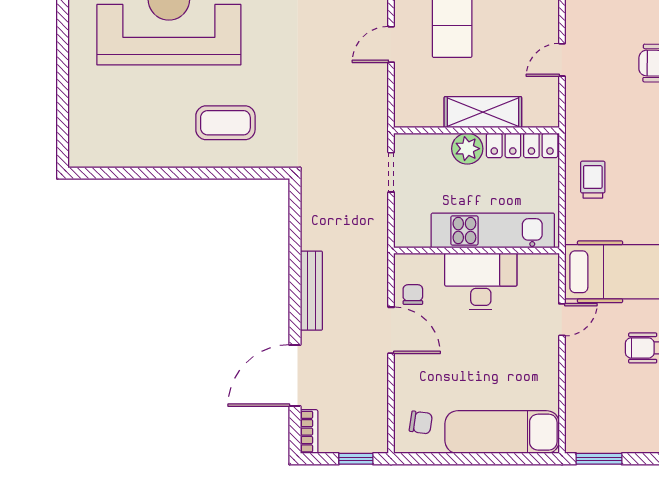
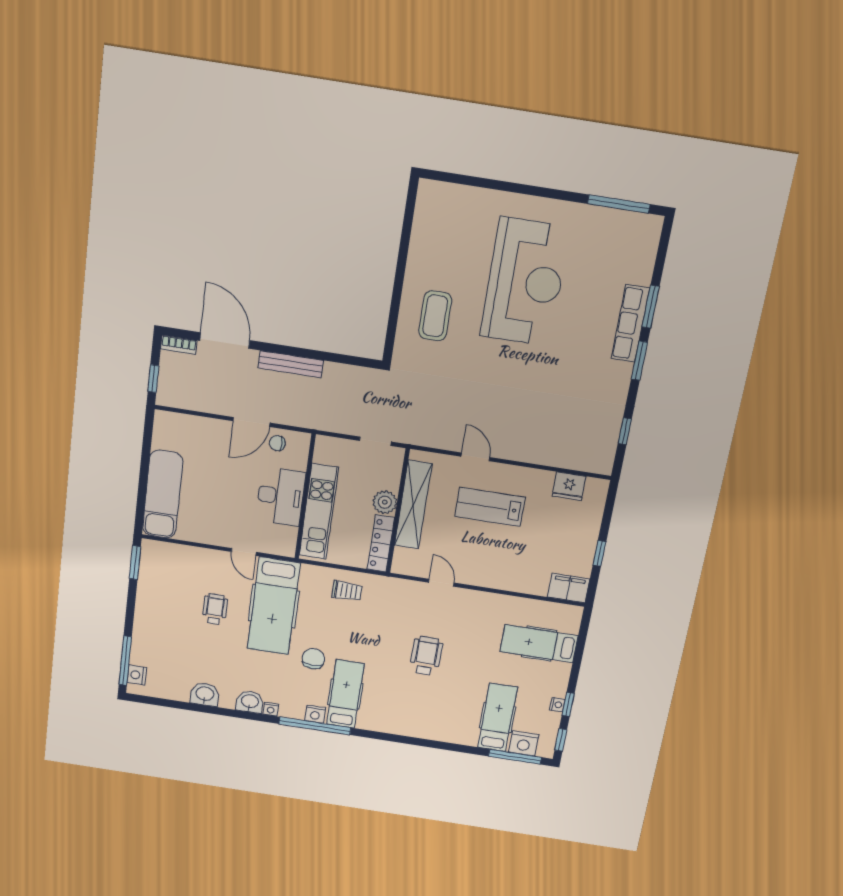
shelving: (483, 112) -> (413, 505), width x1.47
chair: (413, 295) -> (277, 443), turned 180
chair: (421, 422) -> (177, 434), removed

